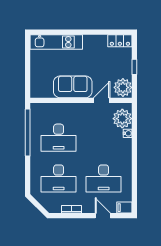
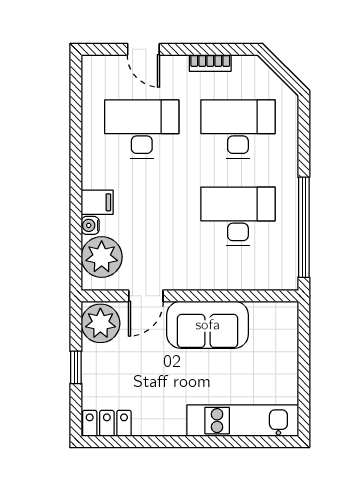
filing cabinet: (124, 208) -> (97, 202), moved

